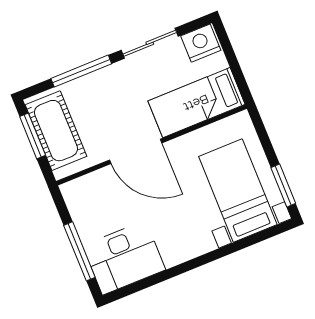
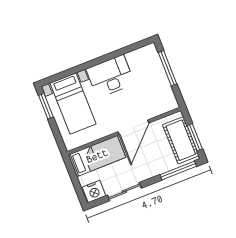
window: (81, 71) -> (178, 170), moved
door: (136, 151) -> (133, 127), swing flipped
desk: (124, 258) -> (110, 76), moved

